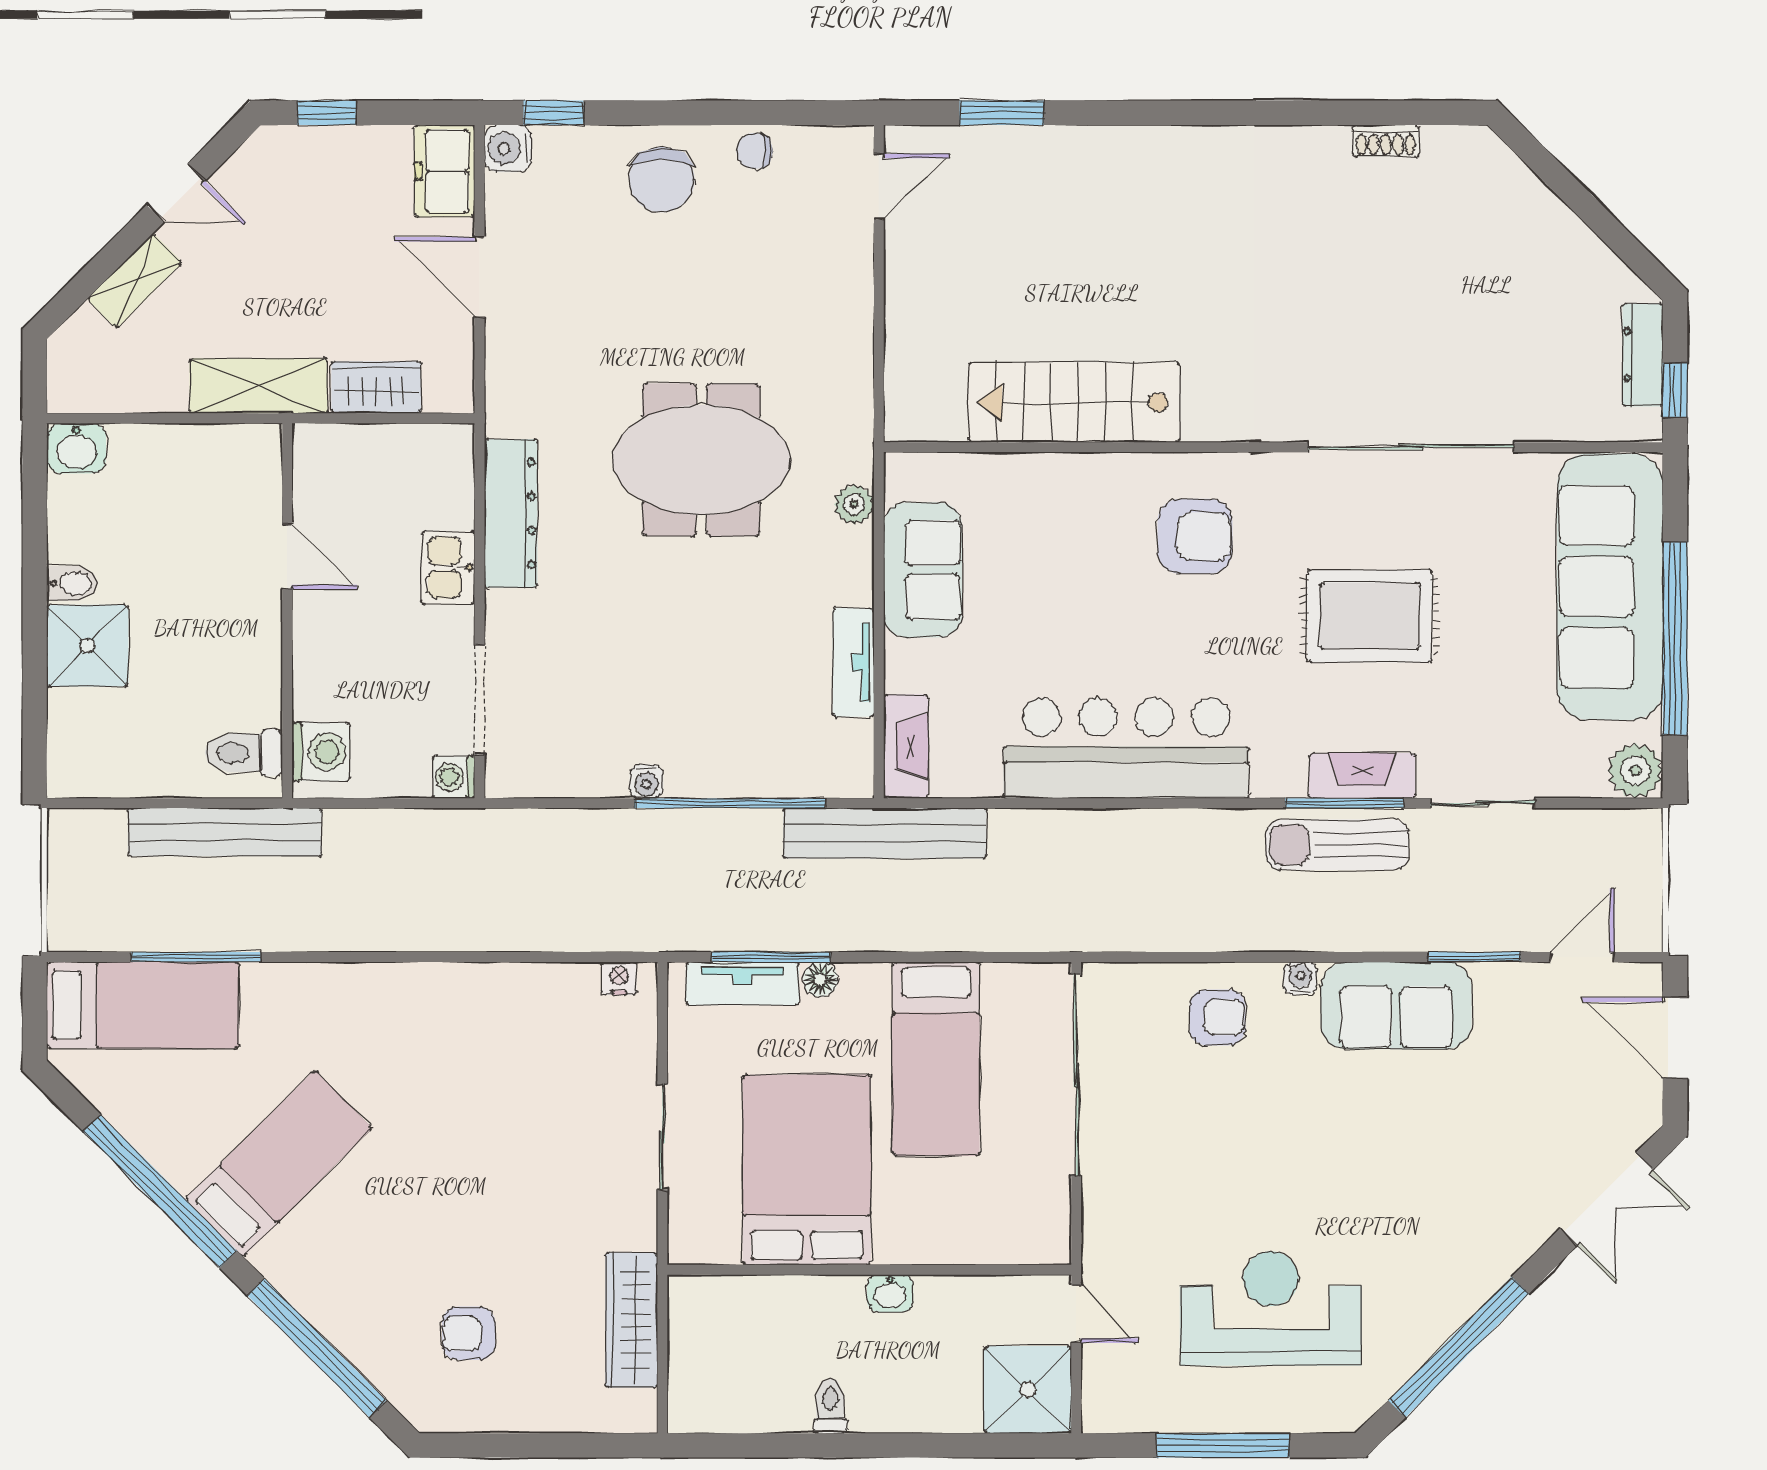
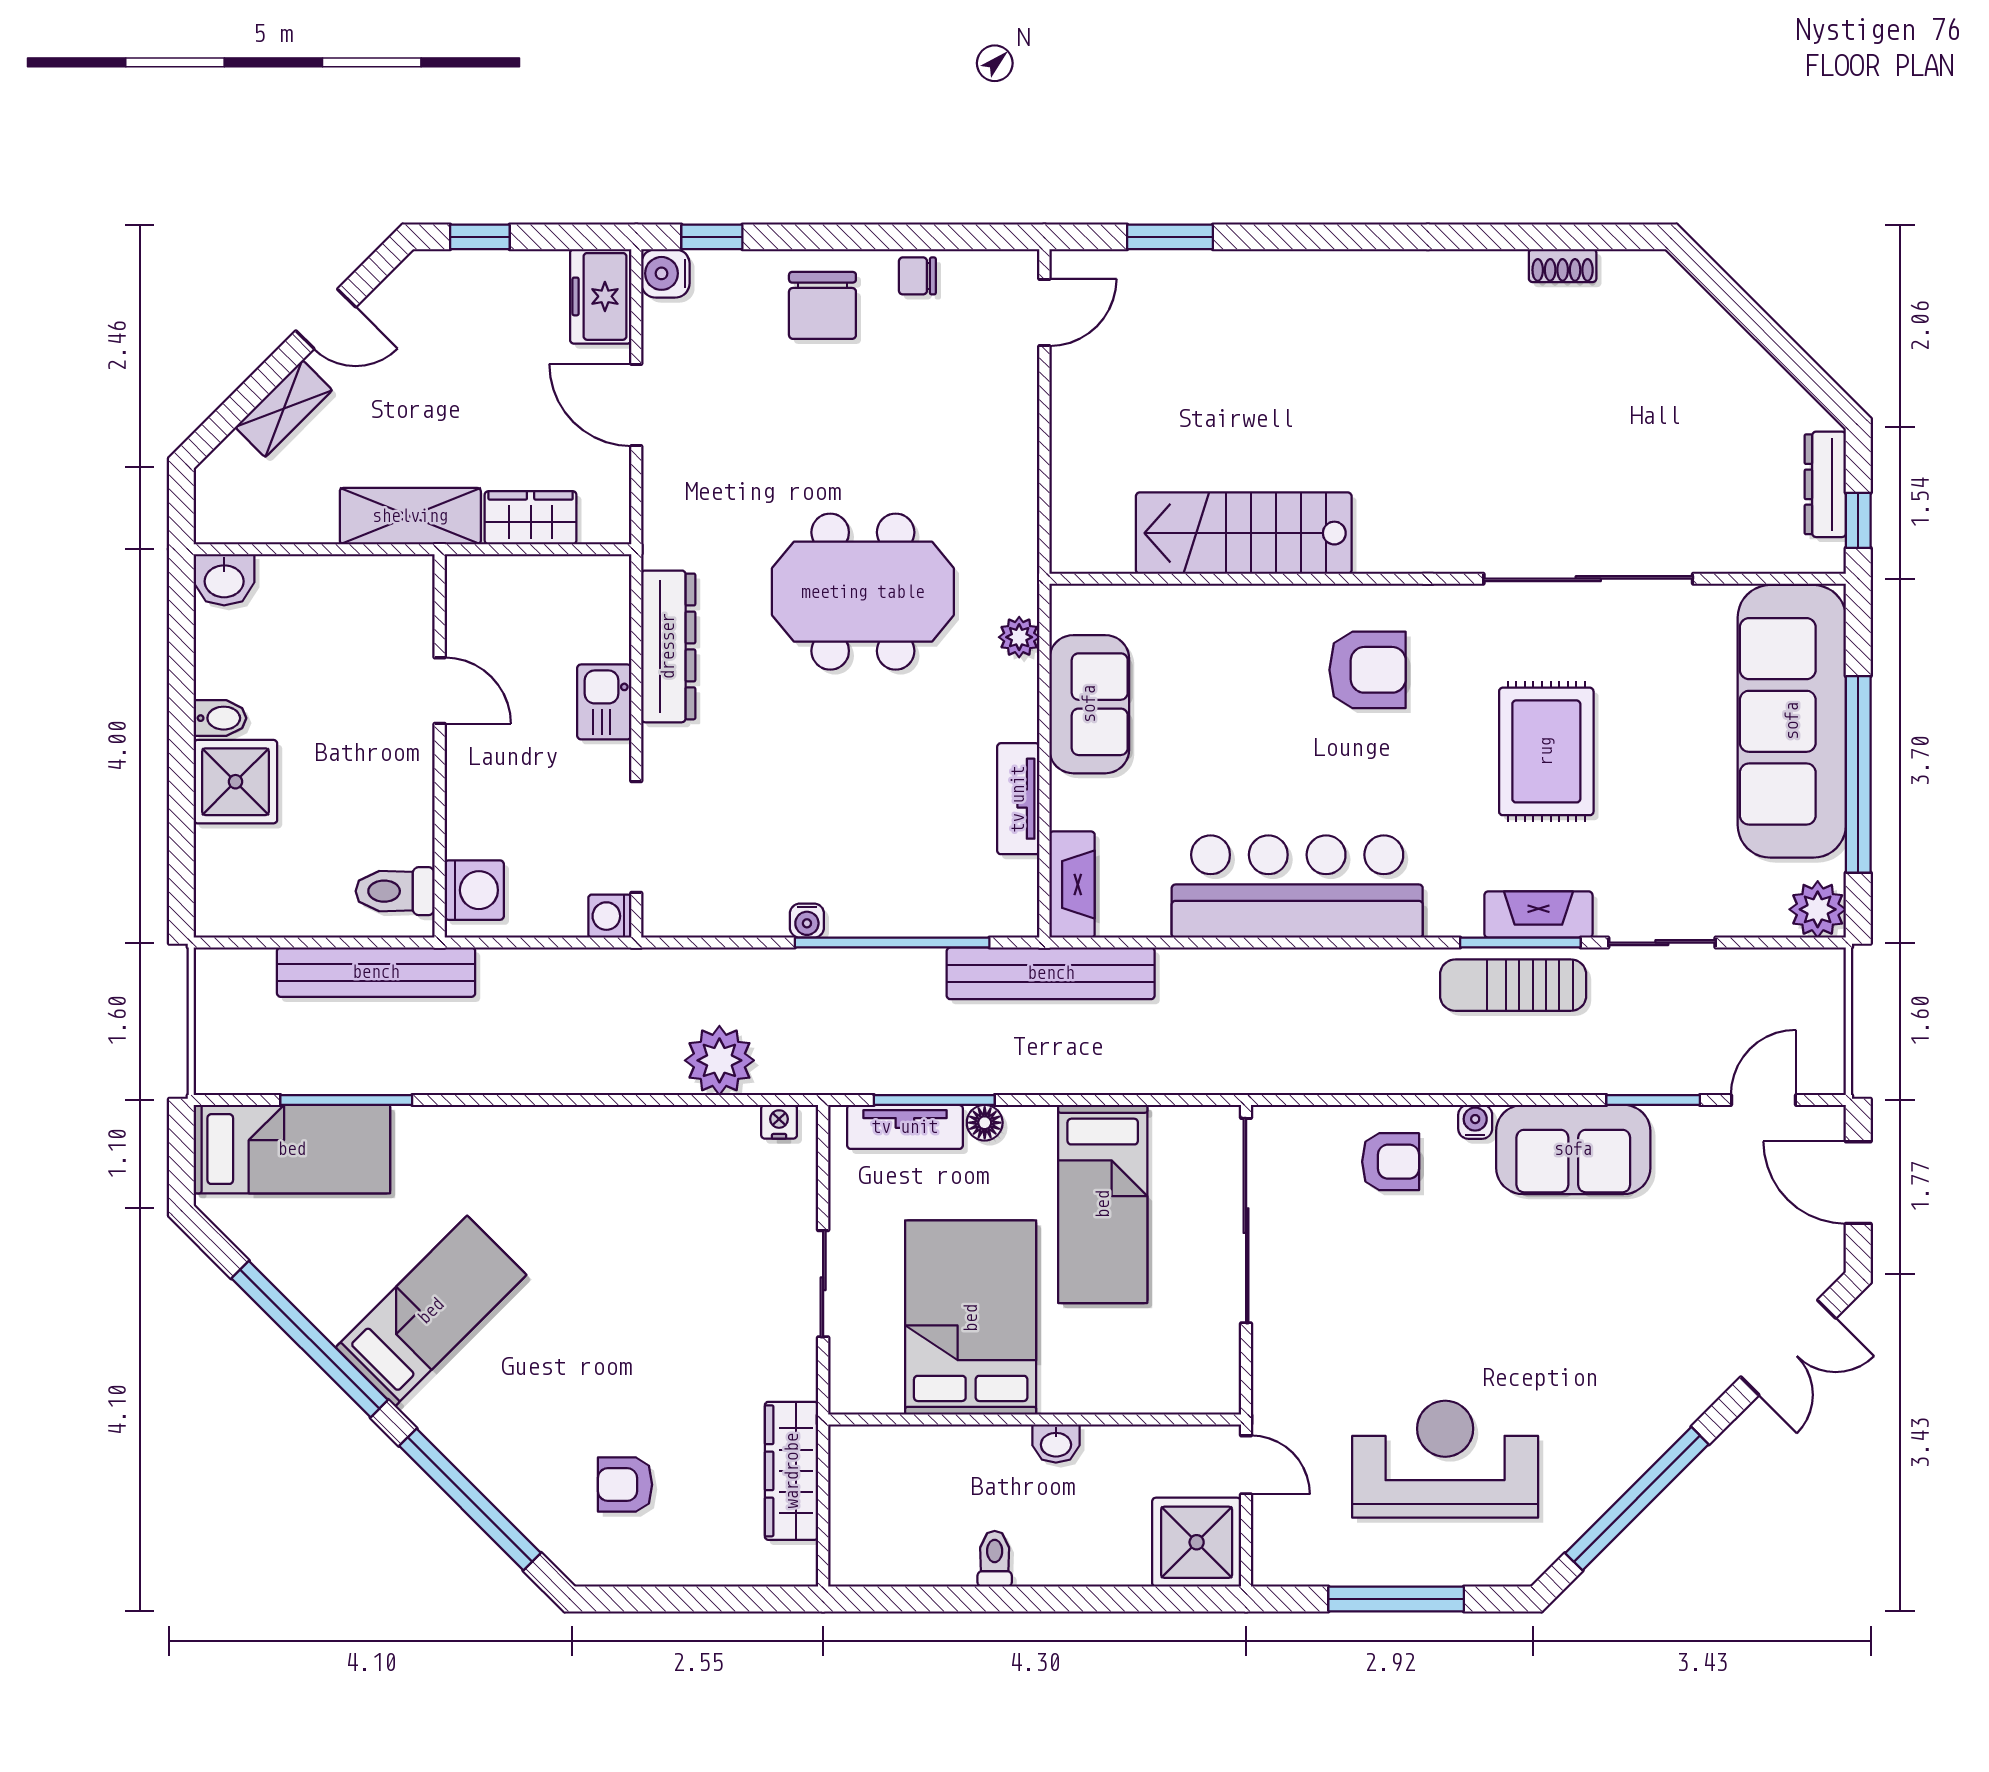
rug: (1370, 616) -> (1546, 751), turned 90
plant: (561, 918) -> (719, 1060), added

